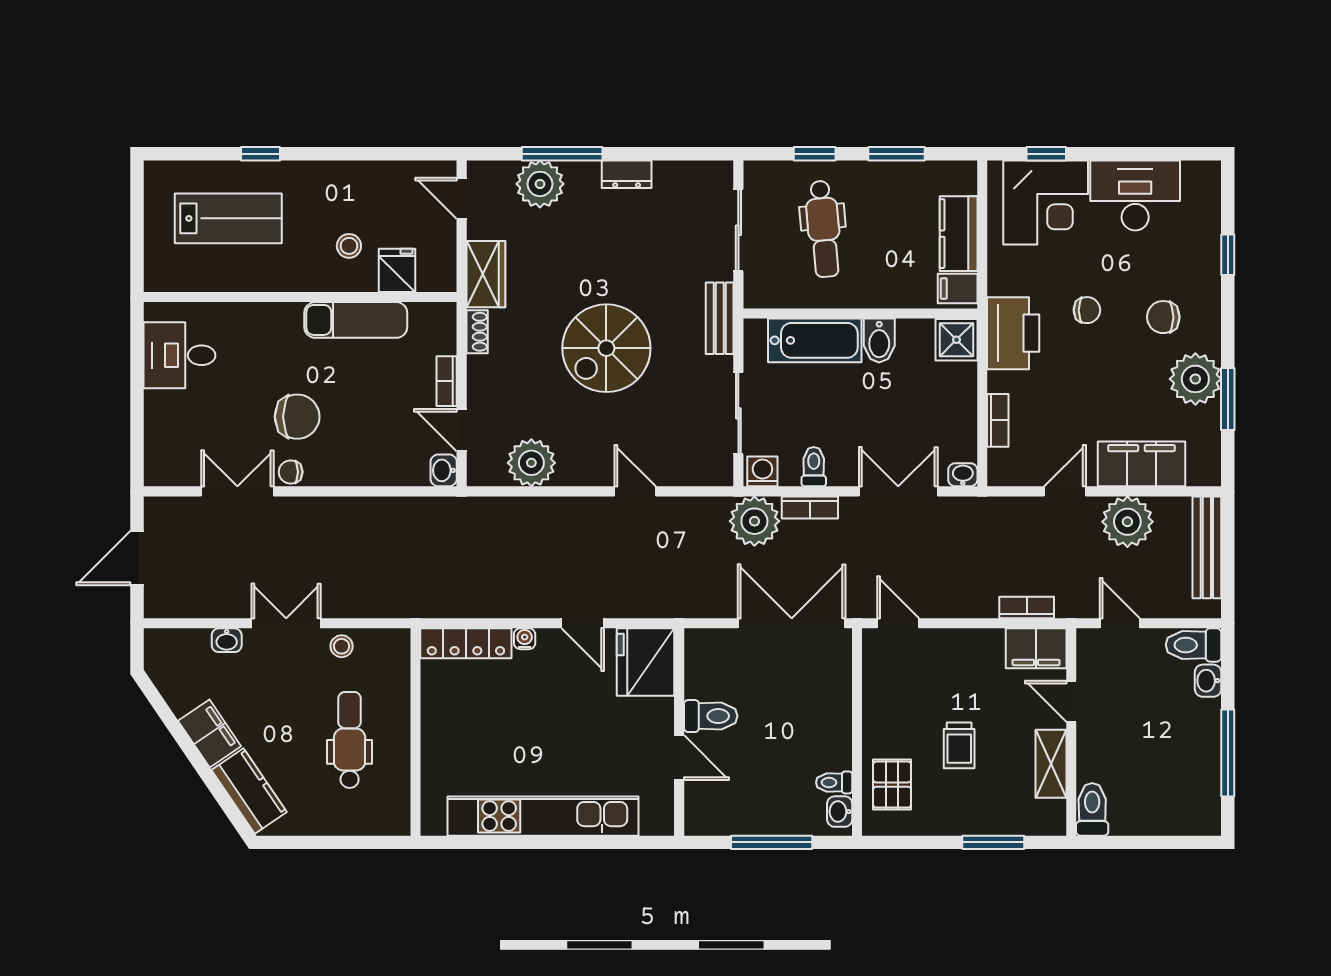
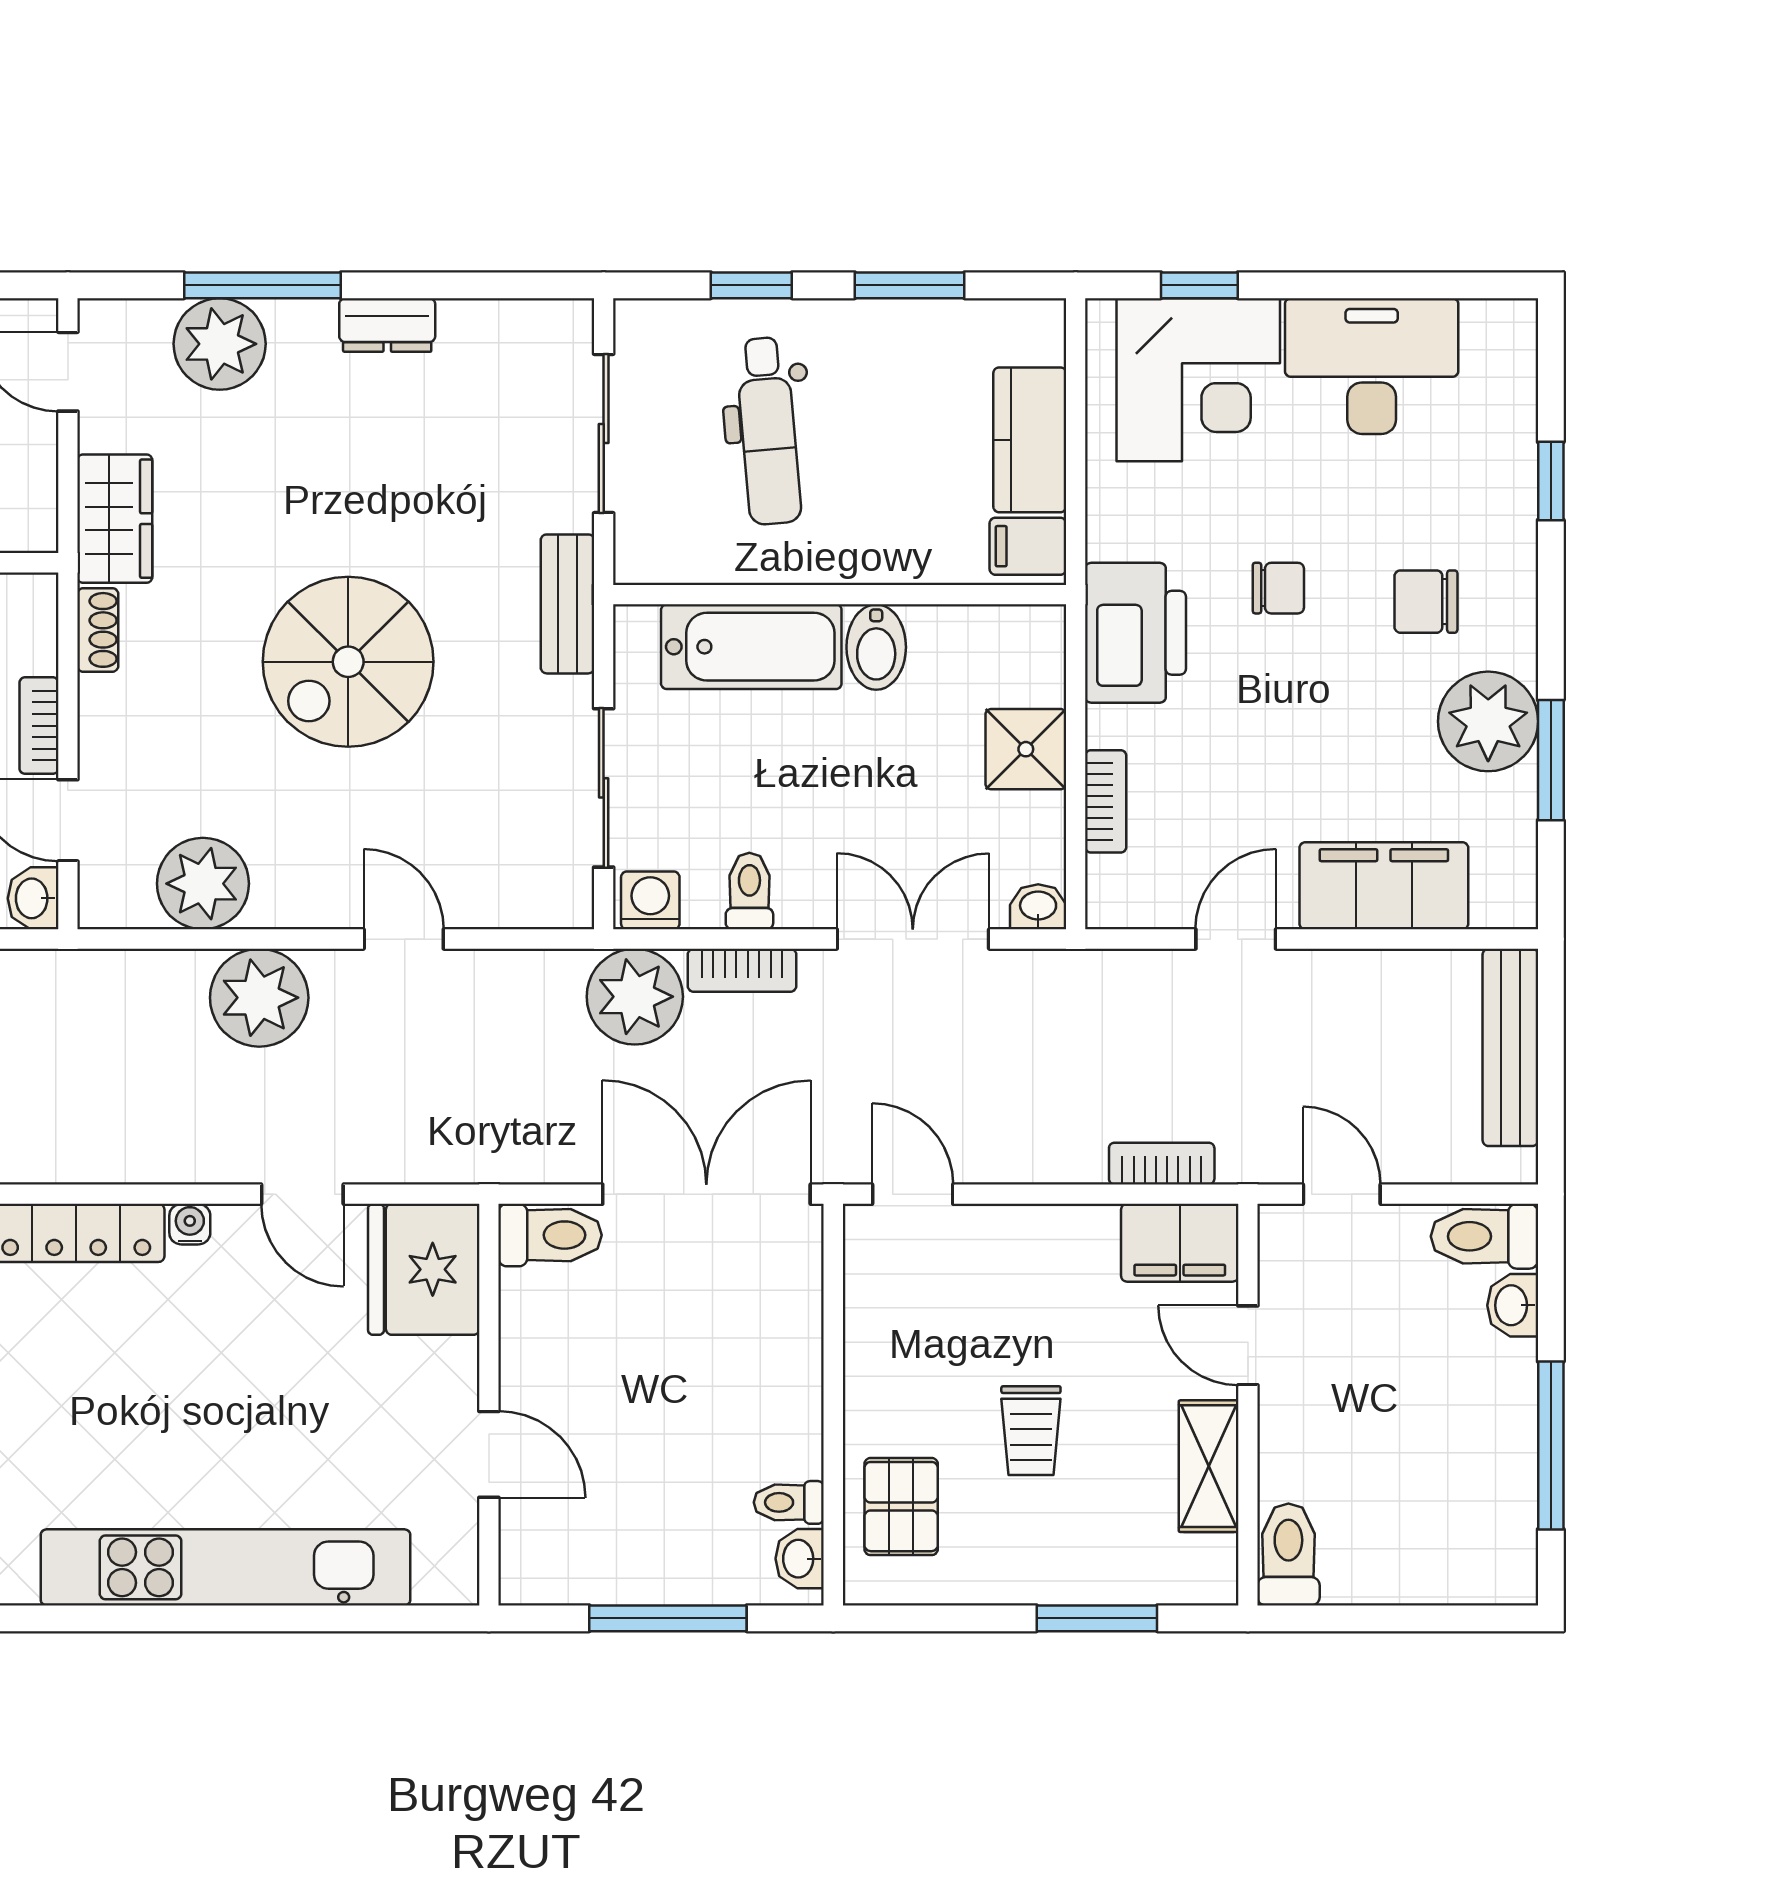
shower: (956, 340) -> (1026, 749), moved
plant: (1127, 522) -> (259, 998), moved
toilet: (711, 716) -> (550, 1235), moved

